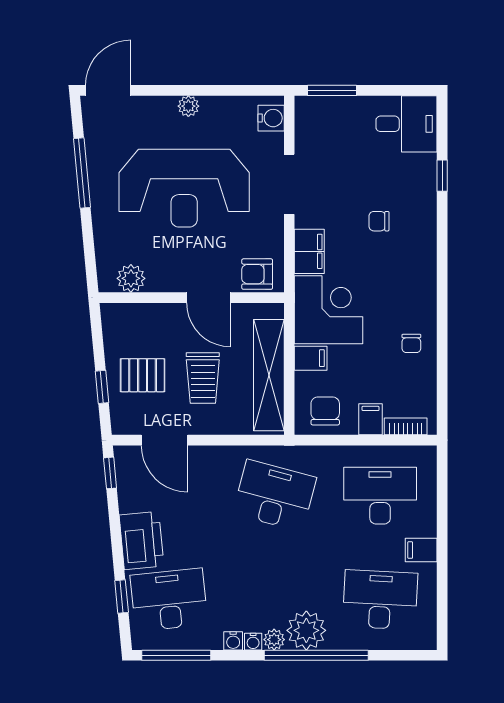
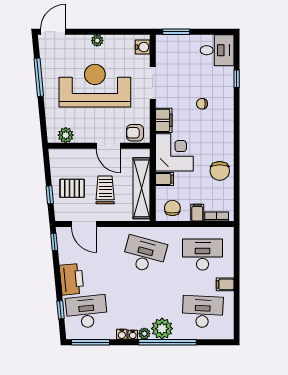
reception desk: (184, 188) -> (95, 86), turned 180
chair: (411, 343) -> (220, 171), width x1.87, depth x1.87
trolley: (203, 378) -> (105, 190), turned 180

